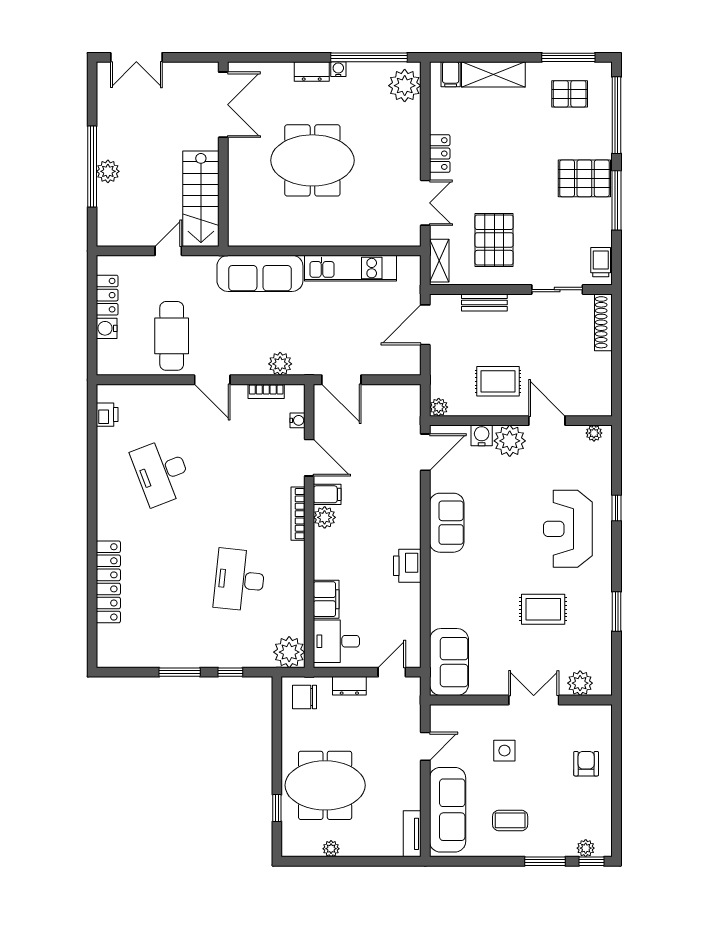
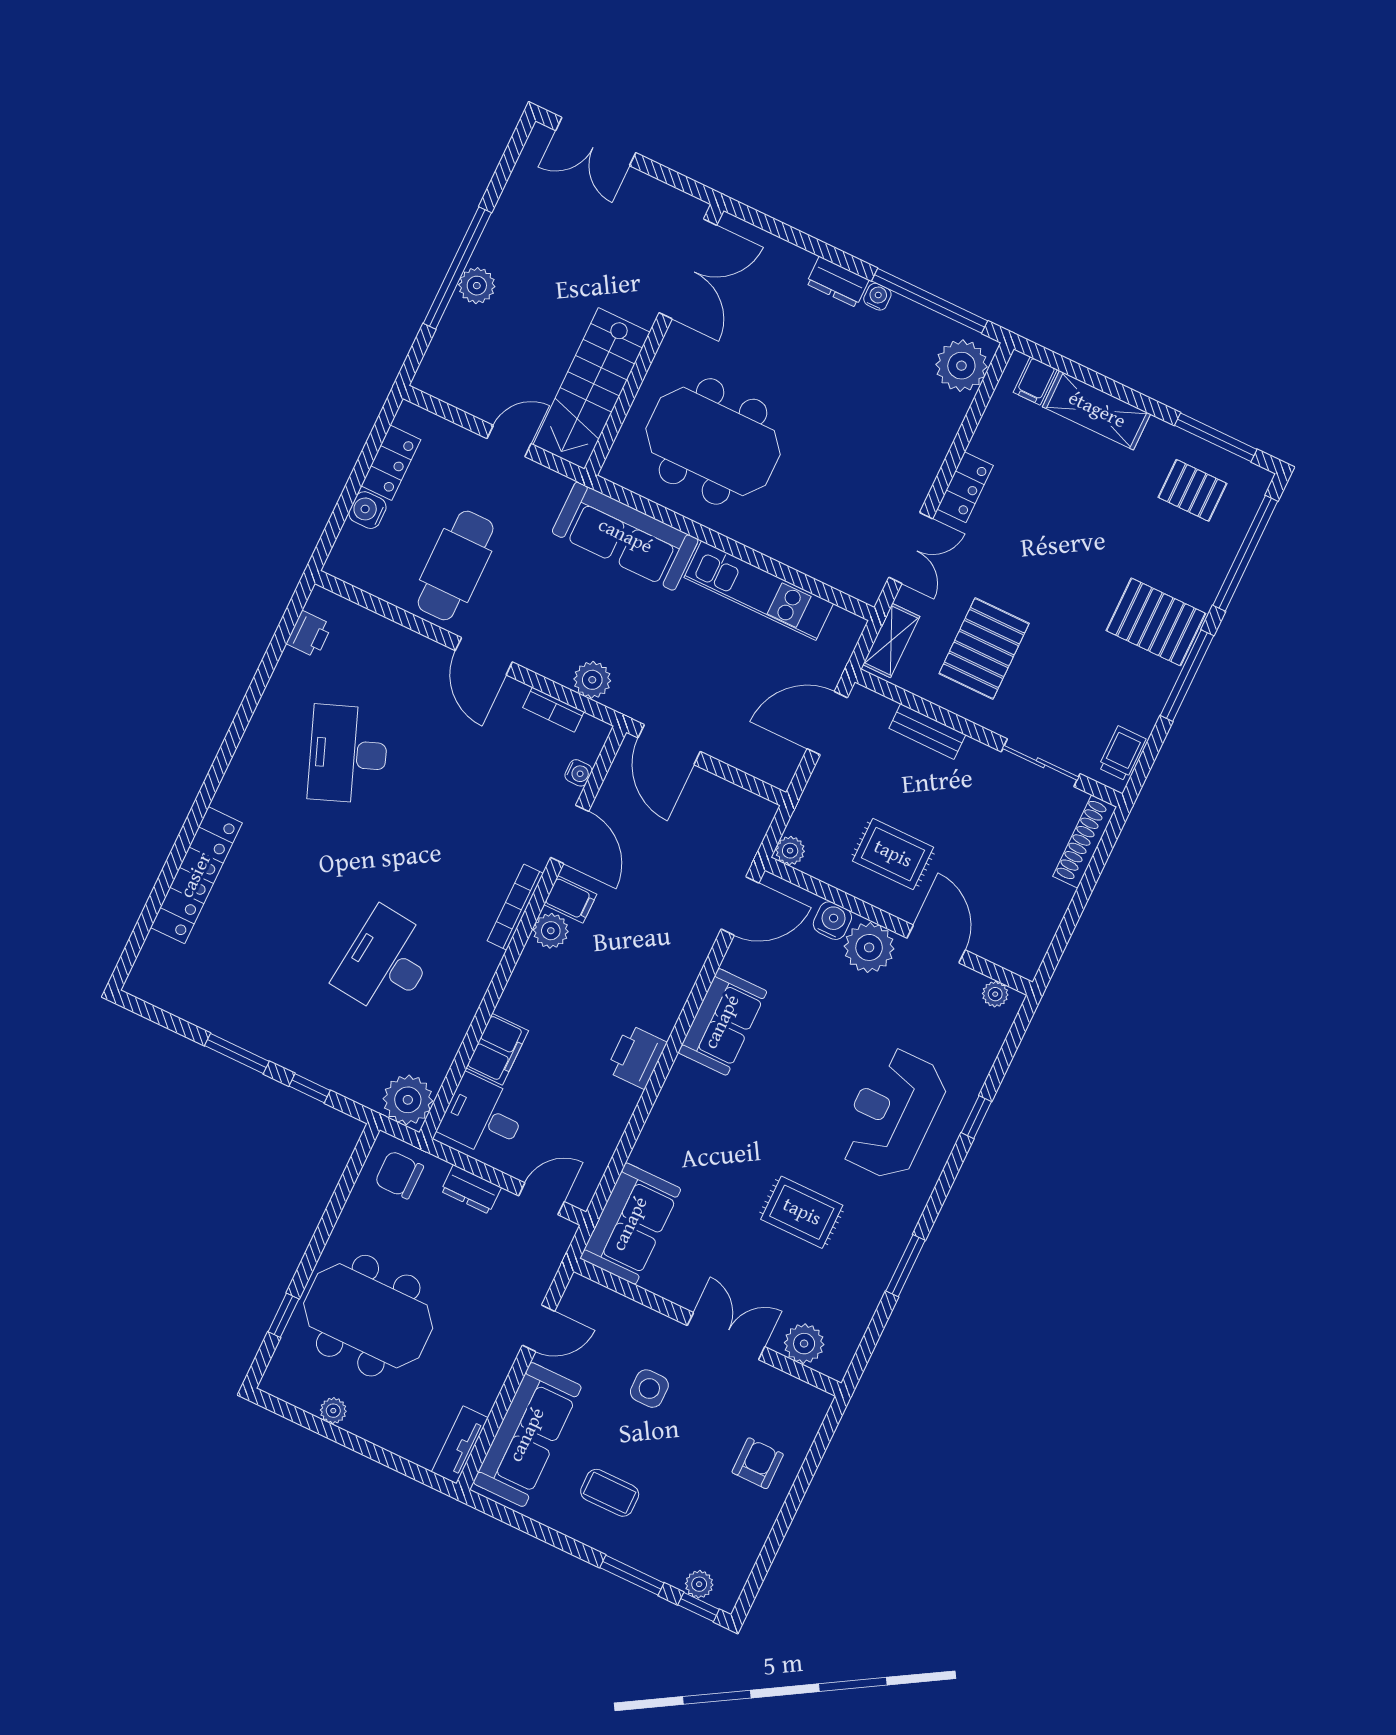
meeting table: (312, 160) -> (713, 441), moved

